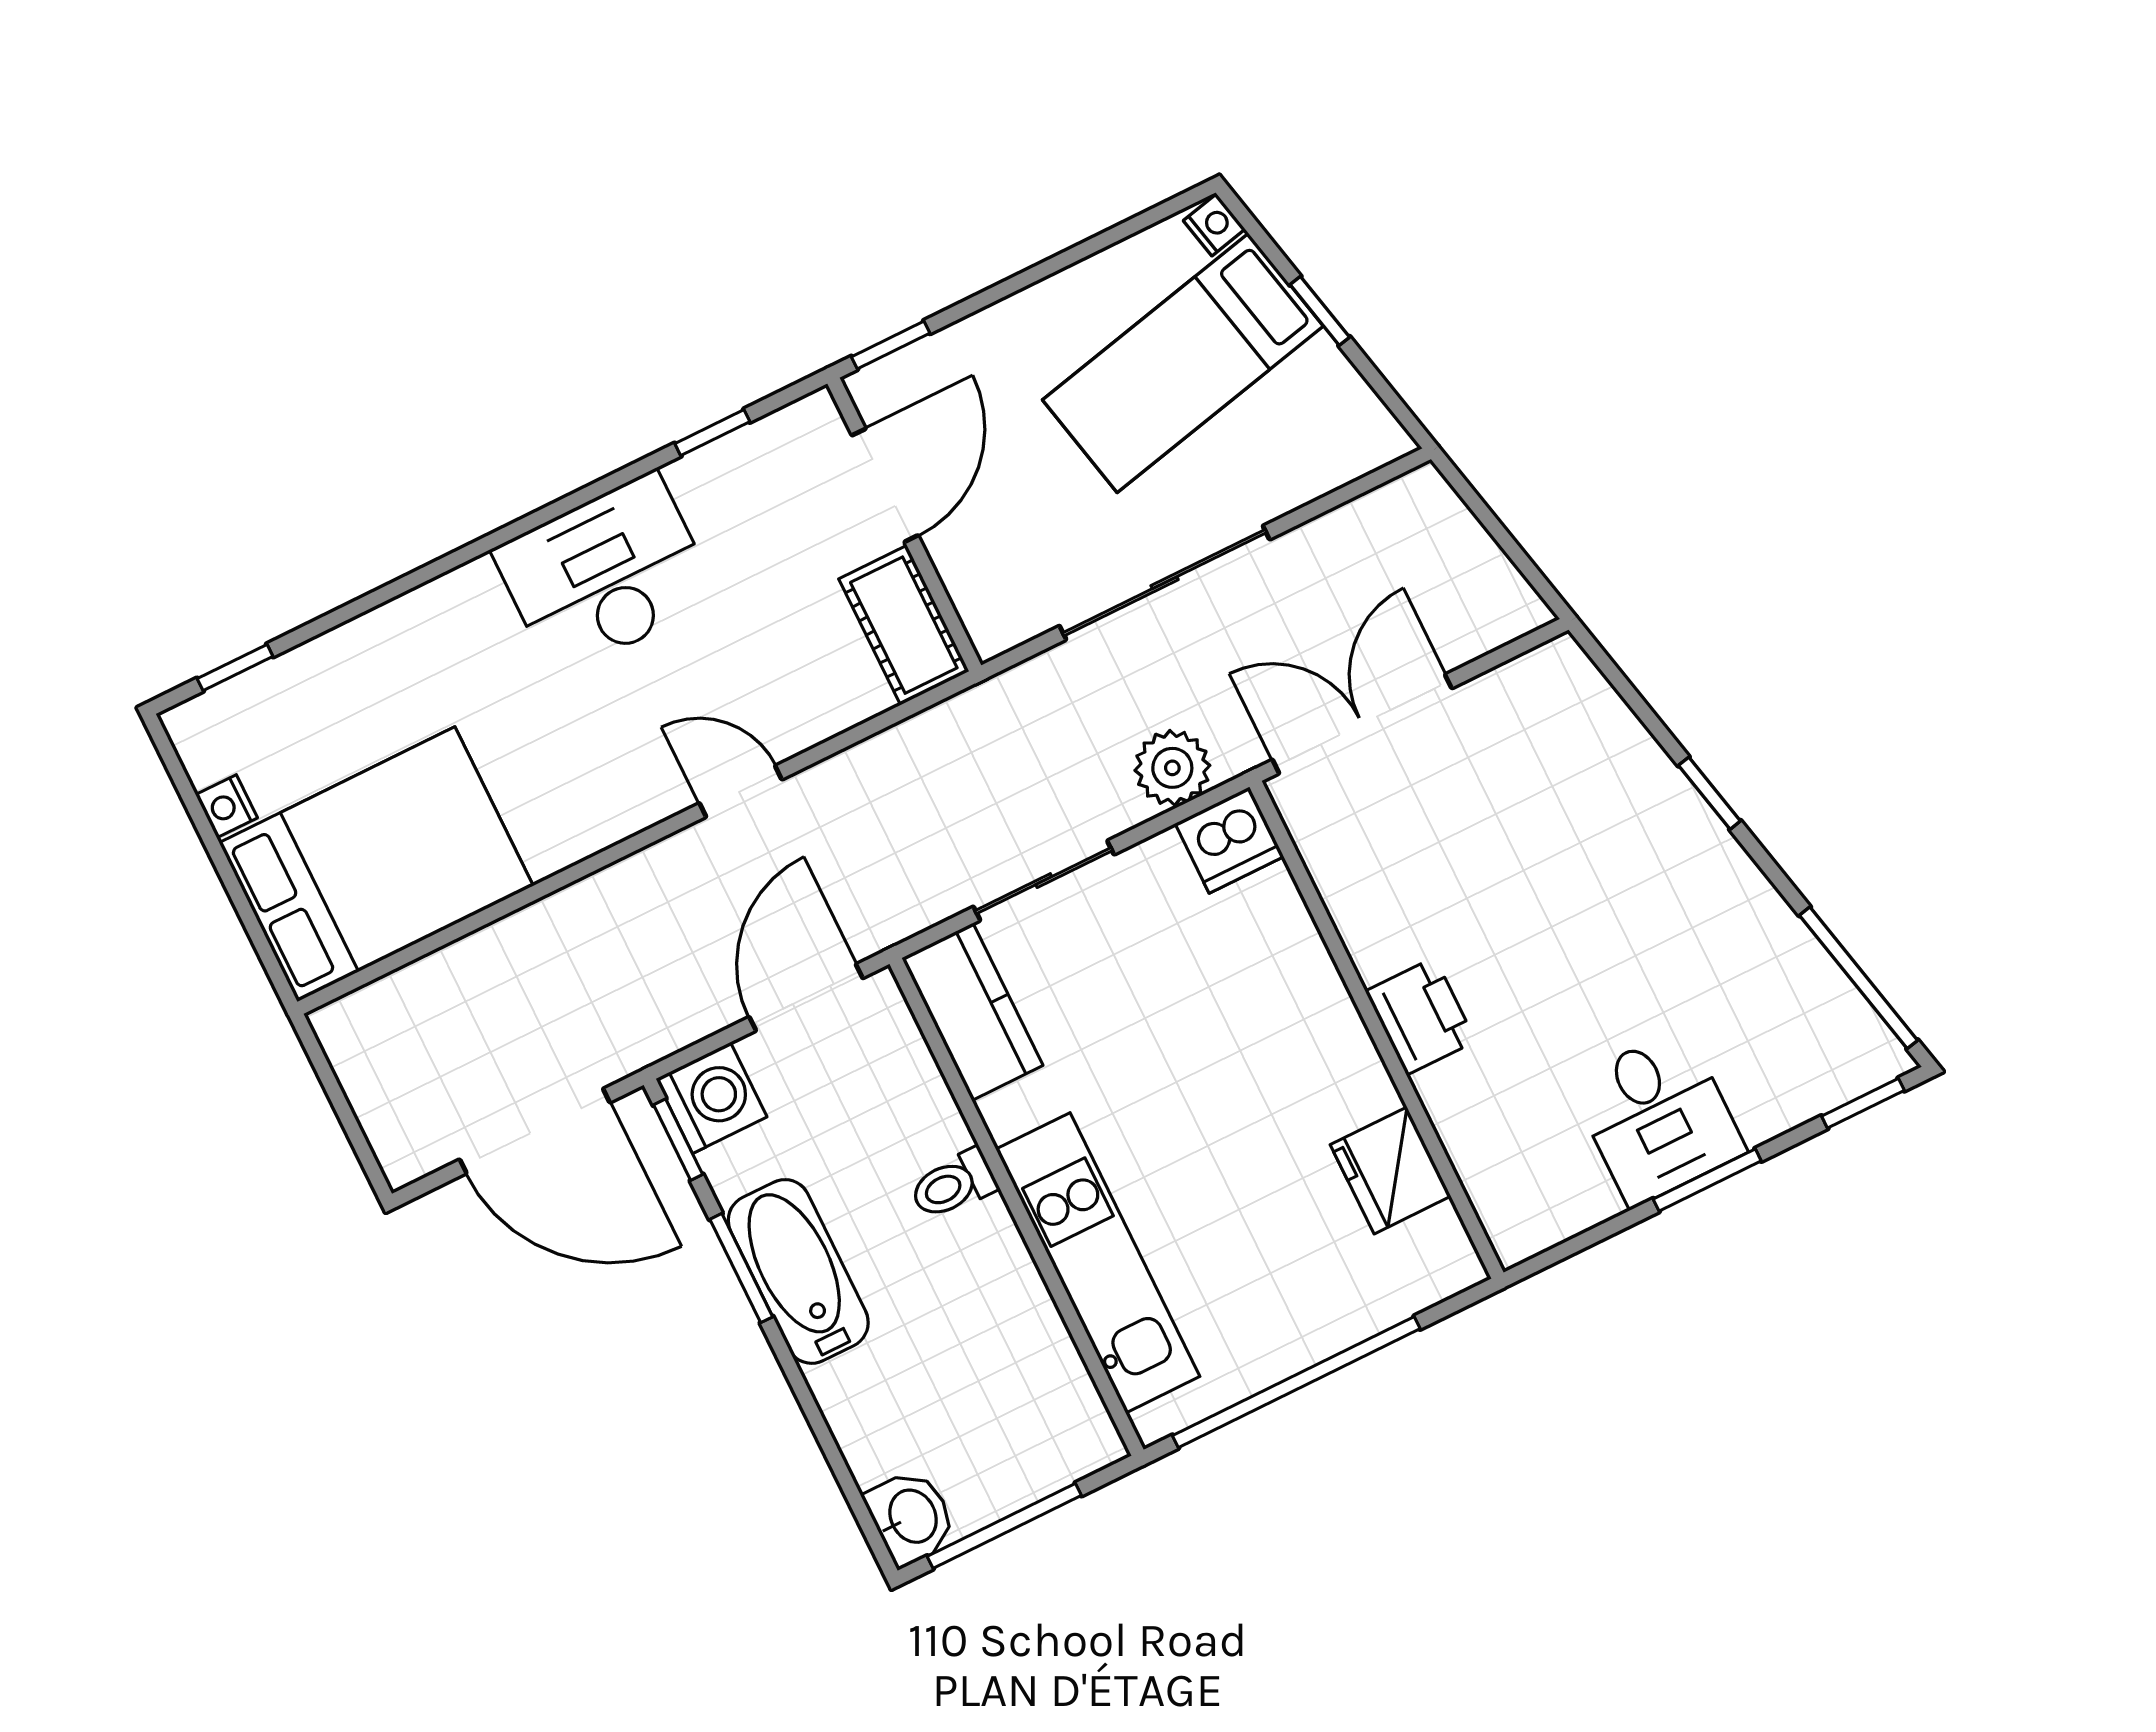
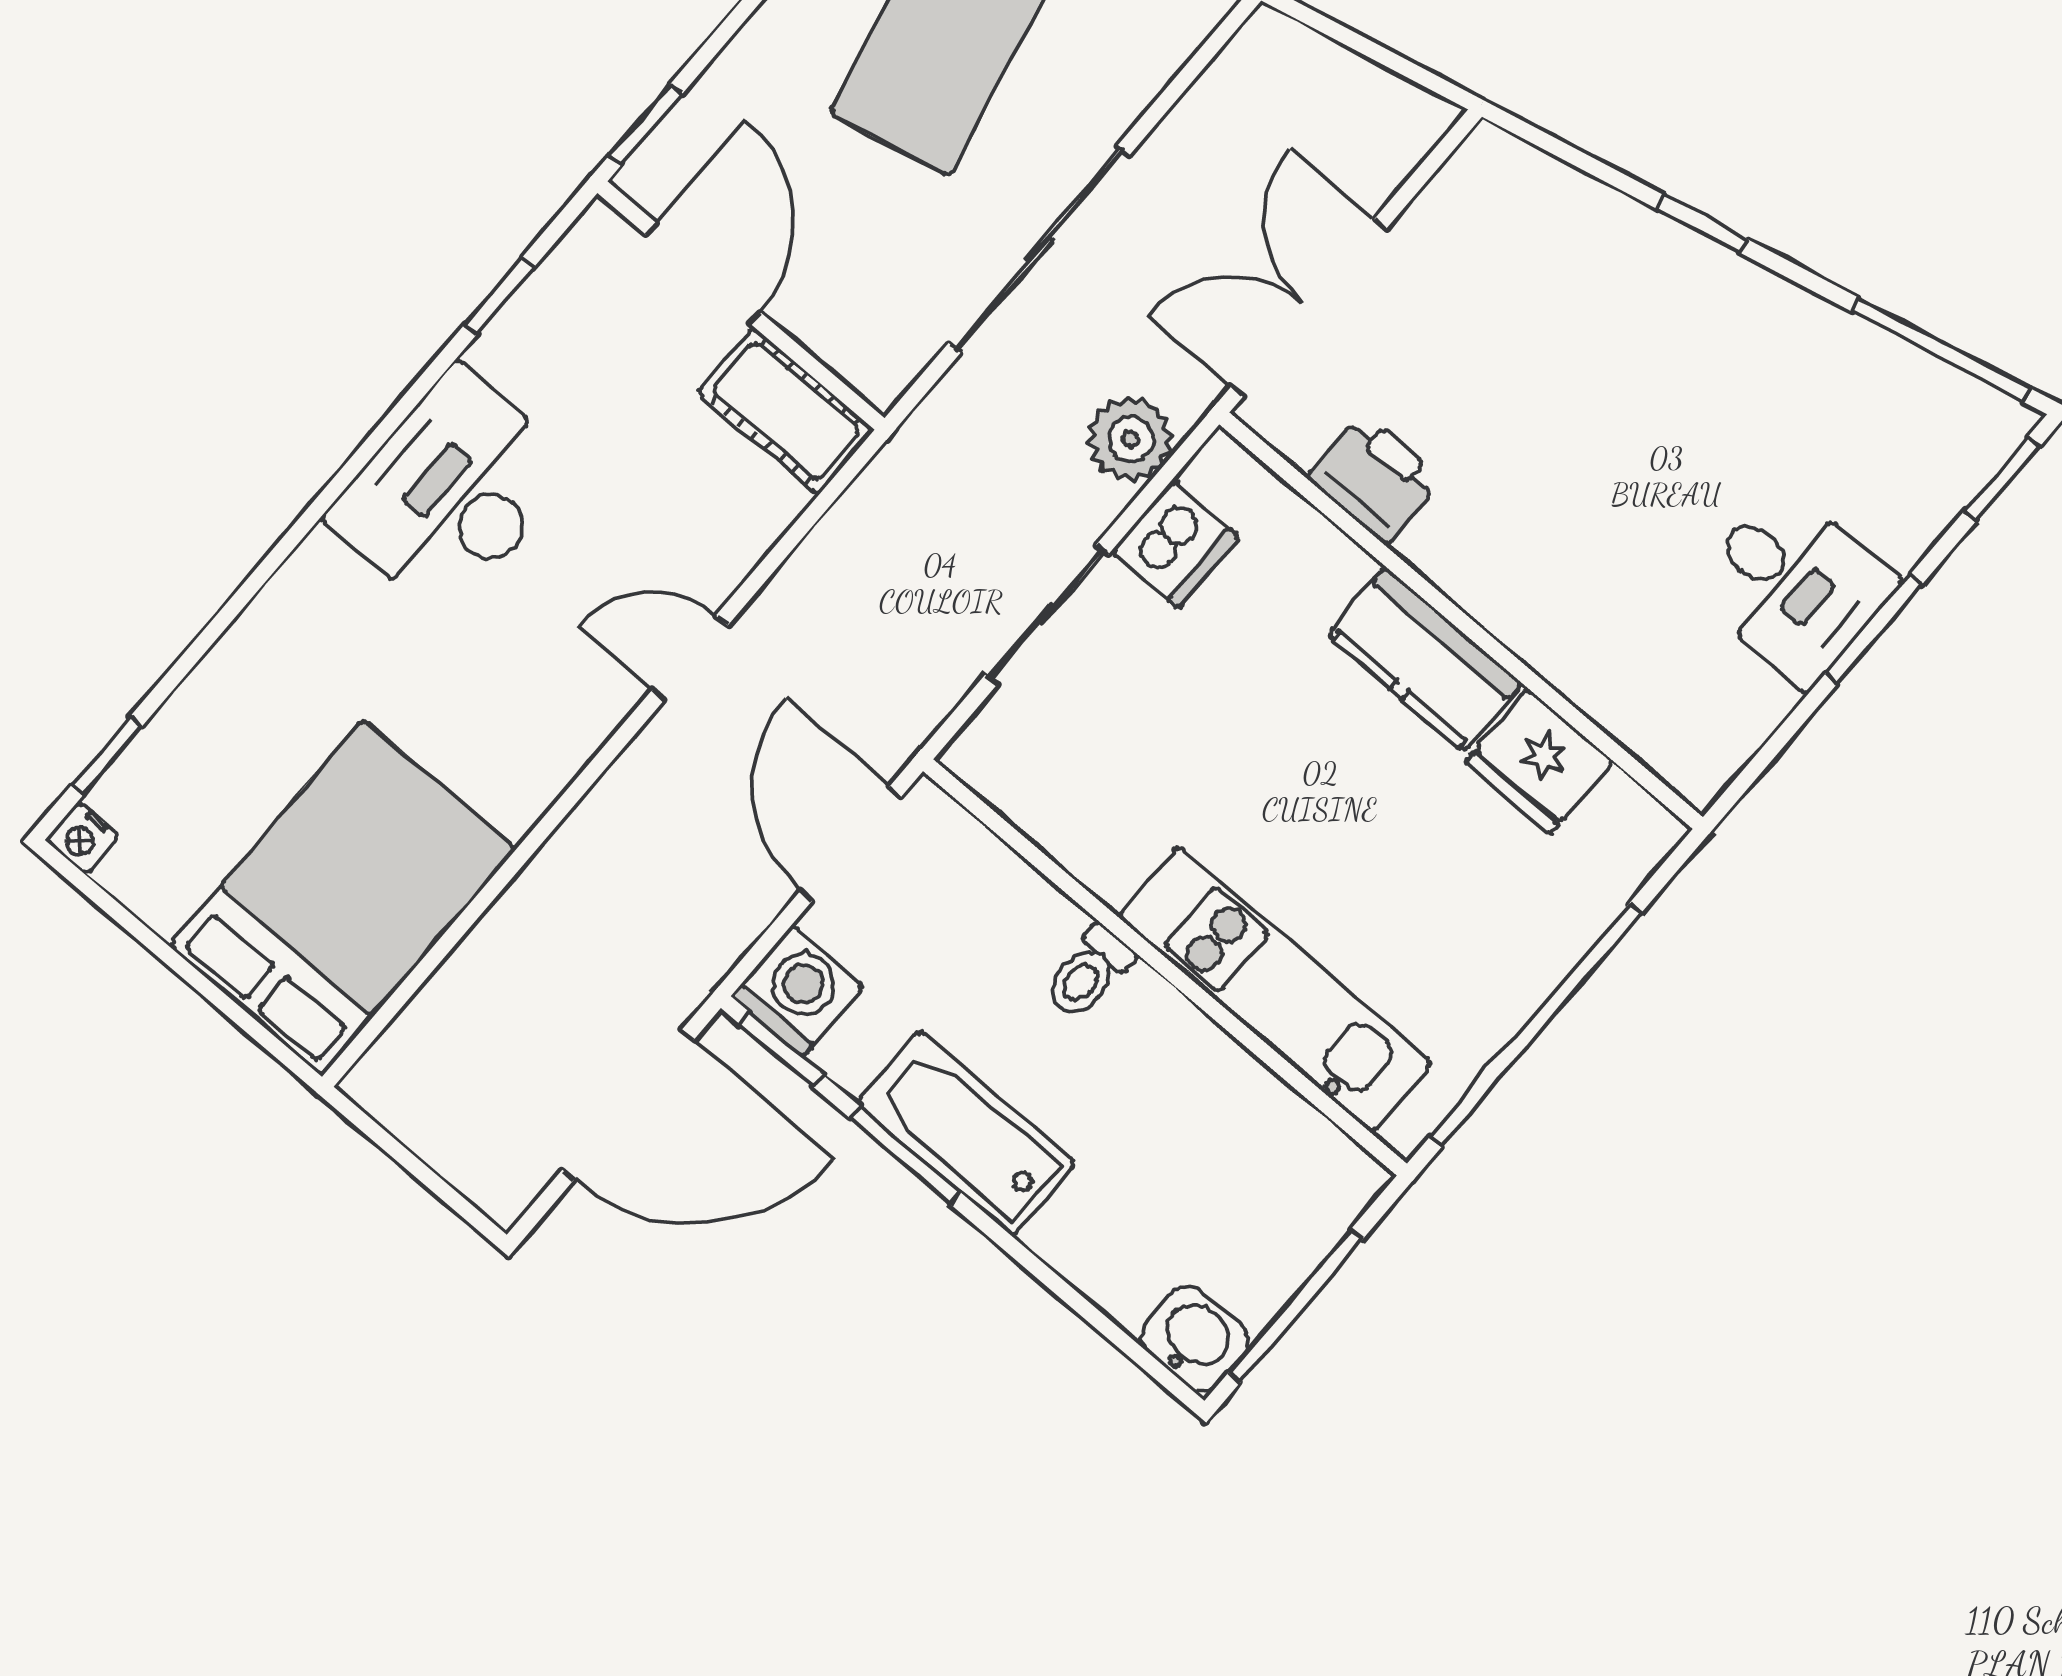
nightstand: (226, 806) -> (82, 838), moved
dishwasher: (1229, 840) -> (1175, 544), moved
kitchen counter: (972, 1012) -> (1425, 659), moved, turned 180
printer: (1421, 1016) -> (1374, 479), moved

